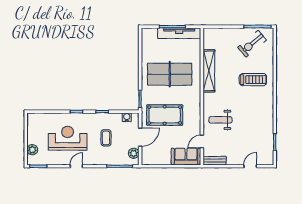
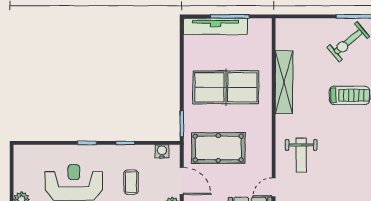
tv unit: (179, 33) -> (216, 26), moved
weight bench: (220, 120) -> (301, 155), turned -90
door: (140, 137) -> (182, 181), hinge flipped

